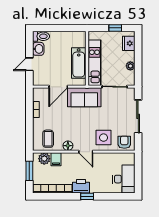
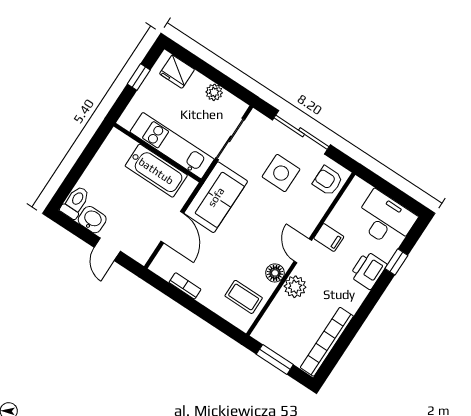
side table: (104, 138) -> (281, 173), moved
door: (86, 152) -> (303, 251), swing flipped
plant: (44, 159) -> (295, 287), moved
filing cabinet: (56, 159) -> (329, 237), moved
printer: (81, 186) -> (368, 270), moved
window: (87, 196) -> (396, 262), moved

